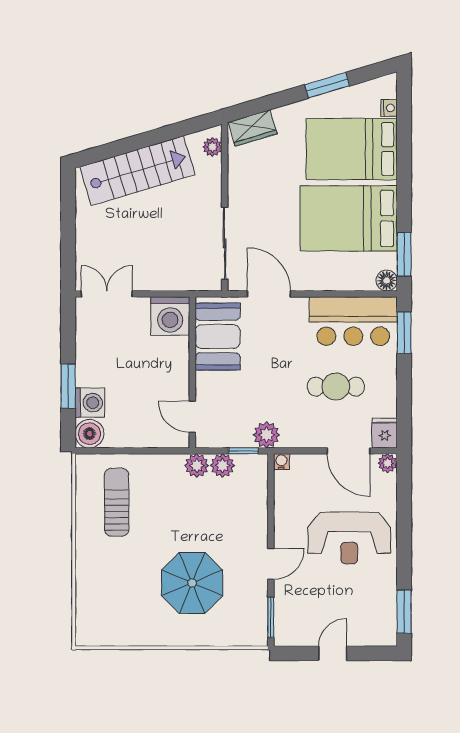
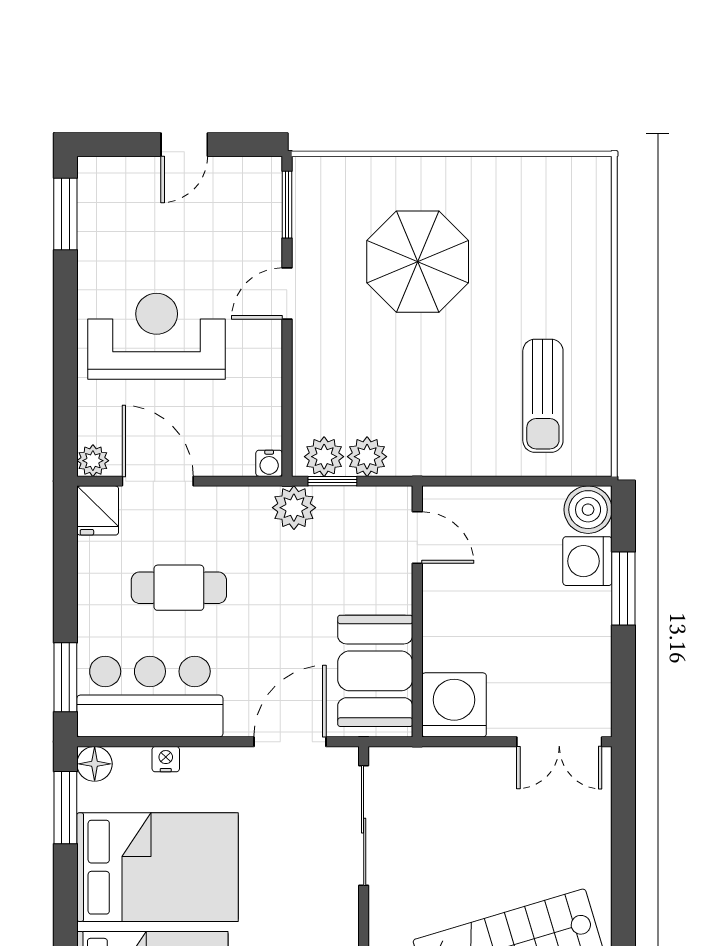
nightstand: (344, 283) -> (166, 759), added
door: (269, 294) -> (290, 742), swing flipped
plant: (197, 466) -> (324, 457), moved

